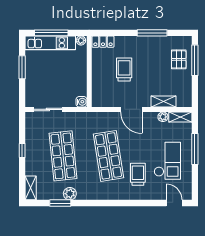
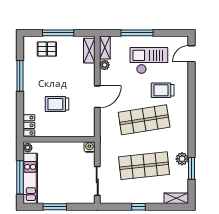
window: (195, 60) -> (58, 33), moved
shelving: (164, 101) -> (89, 51), moved

